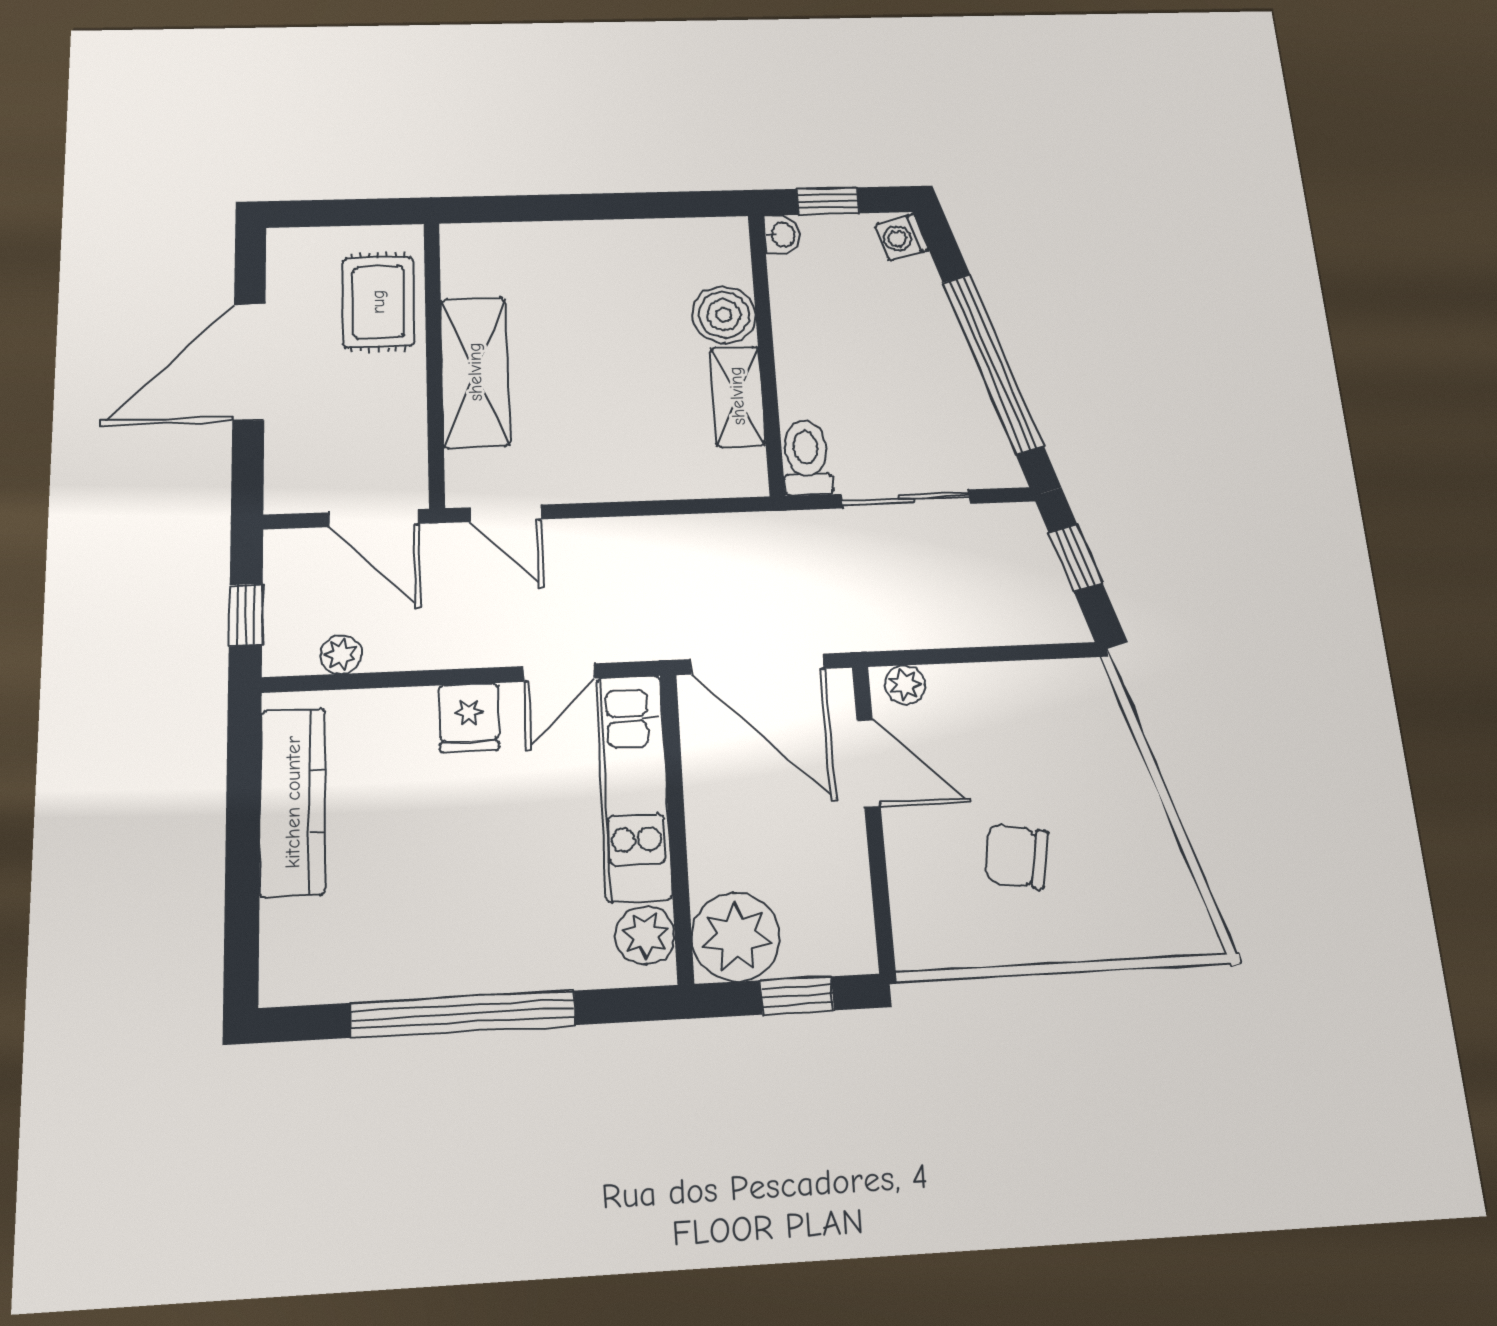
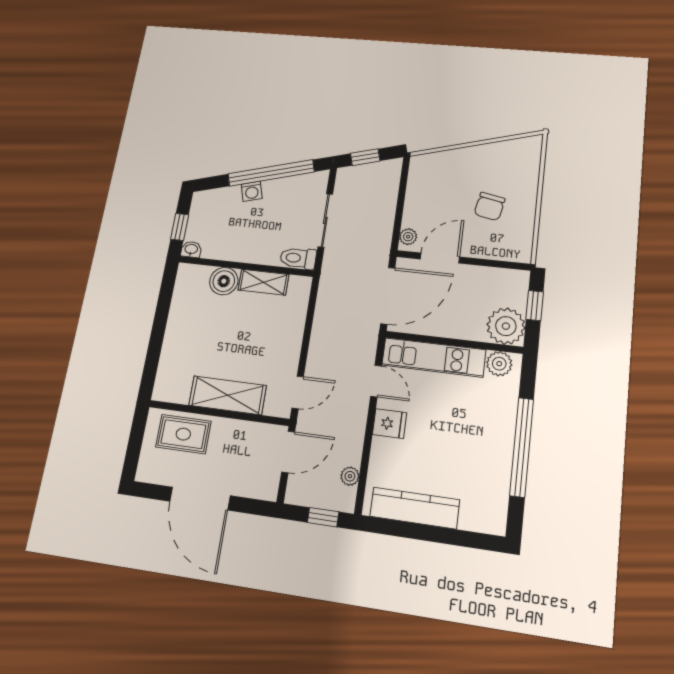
washing machine: (901, 237) -> (252, 191), moved

